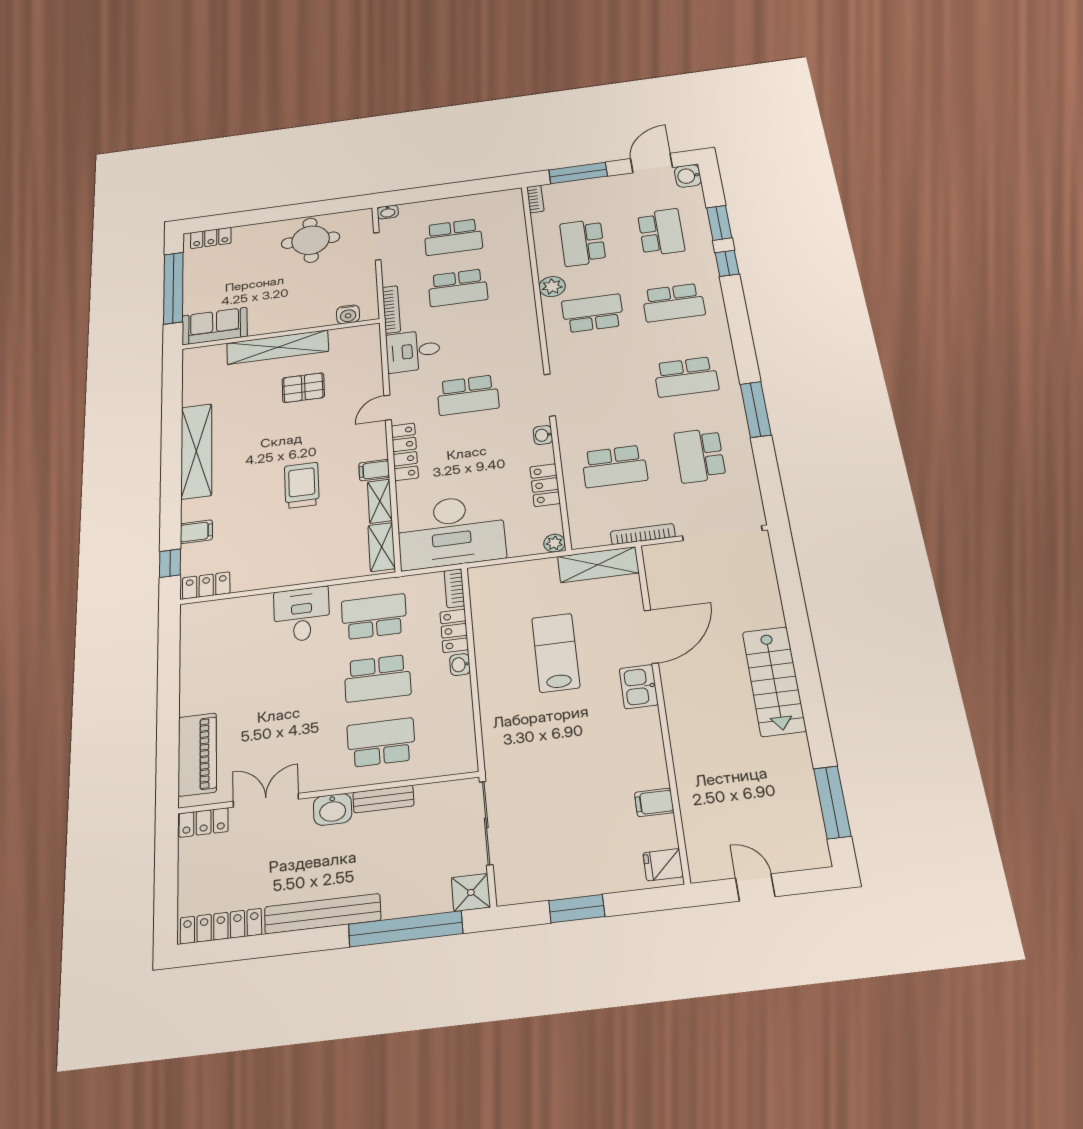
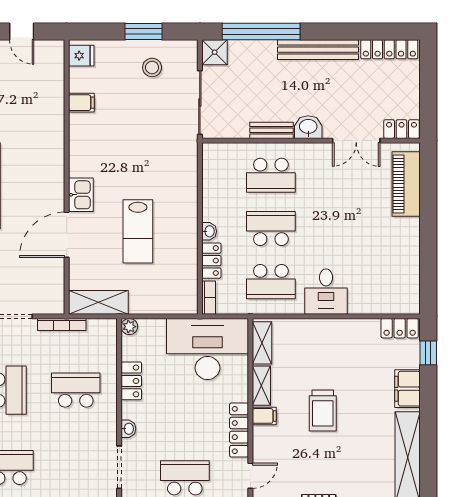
filing cabinet: (196, 532) -> (407, 389), width x2.00
stool: (559, 861) -> (152, 67), added

